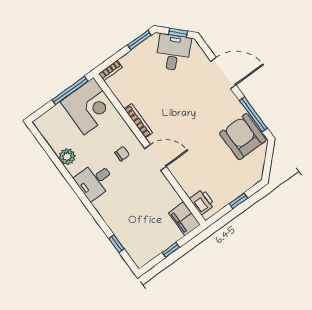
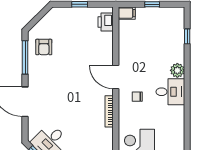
armchair: (243, 137) -> (44, 47), width x0.53, depth x0.53
plant: (67, 157) -> (177, 70), moved
filing cabinet: (184, 219) -> (127, 13), width x0.50

